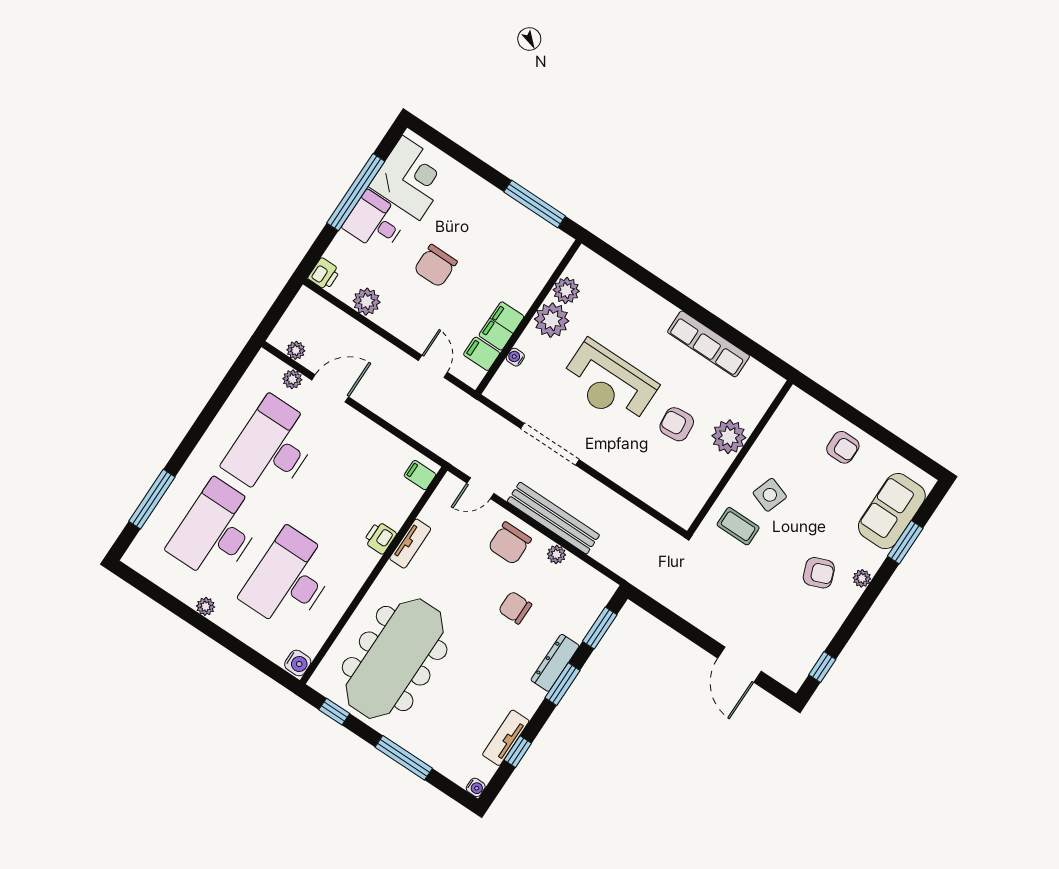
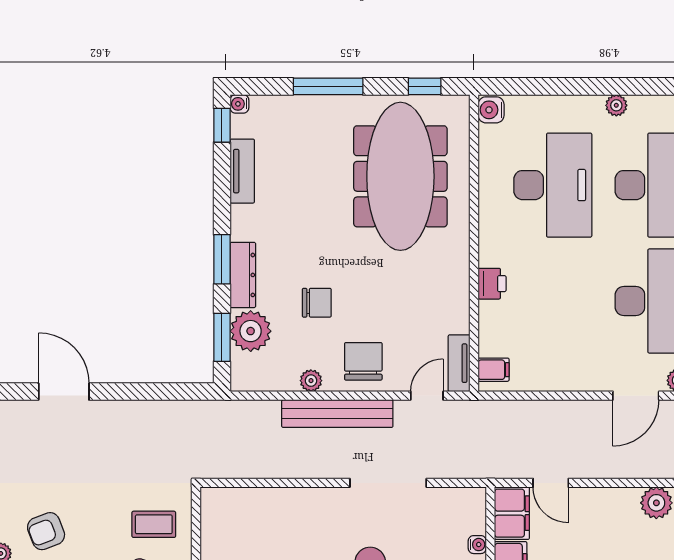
filing cabinet: (482, 354) -> (512, 513), width x2.00
tv unit: (410, 544) -> (459, 363), moved
plant: (576, 619) -> (251, 331), added
window: (518, 752) -> (222, 125), moved

